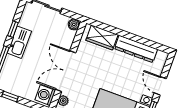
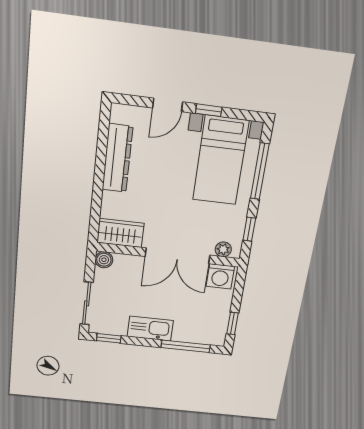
window: (13, 29) -> (109, 338), moved
wardrobe: (102, 37) -> (120, 233), moved, turned -90

